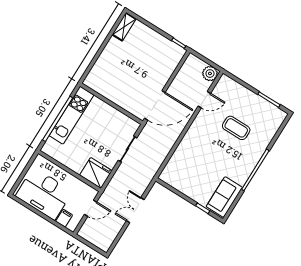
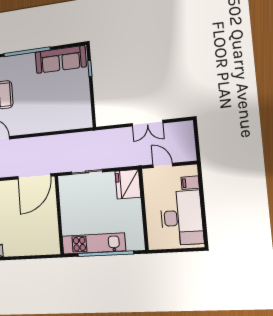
door: (155, 105) -> (34, 176), swing flipped
sofa: (224, 197) -> (61, 59), width x1.36
double door: (135, 210) -> (147, 123), moved

